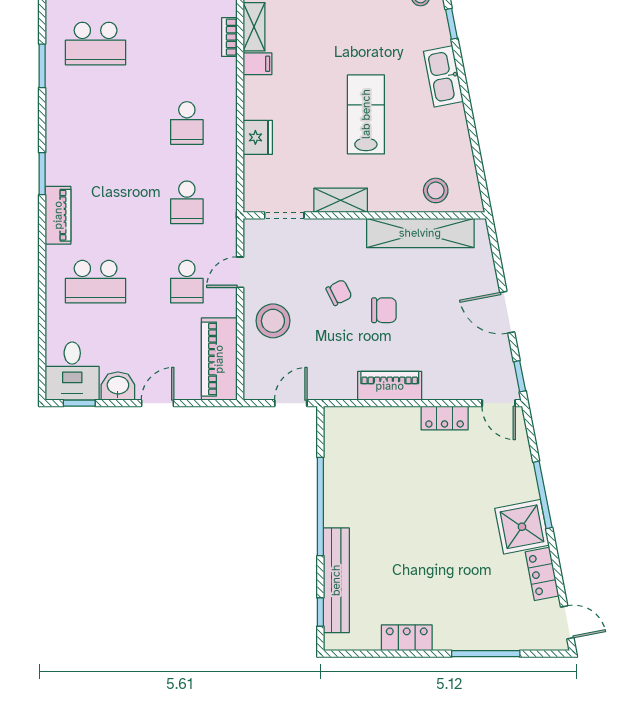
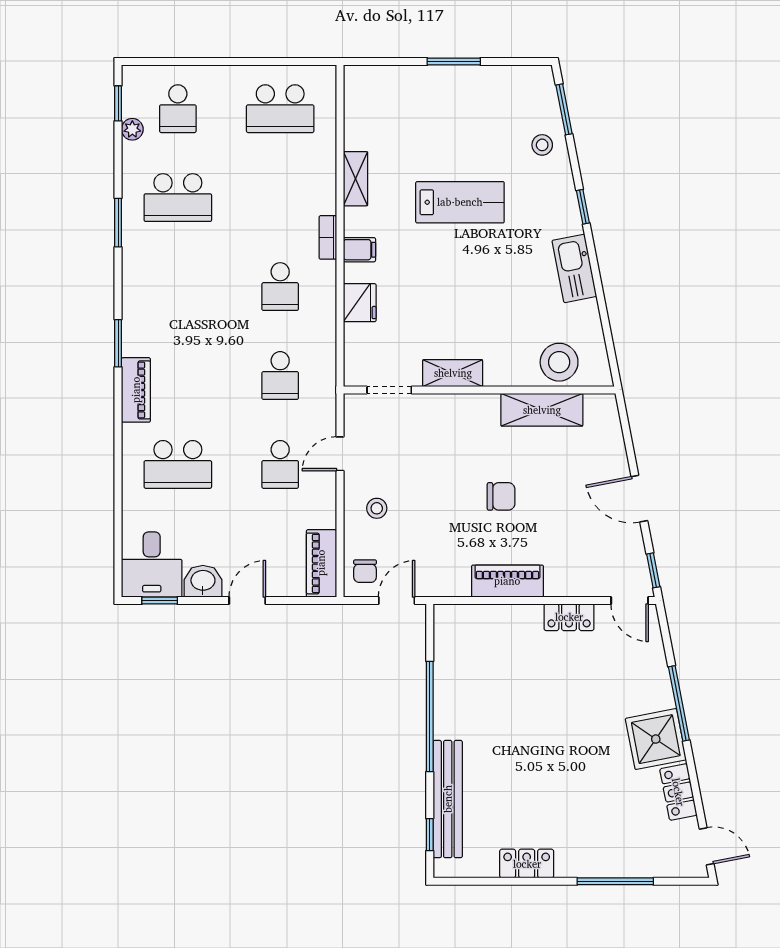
window: (452, 24) -> (583, 207), moved
bookcase: (229, 37) -> (328, 237), moved
filing cabinet: (258, 64) -> (359, 250), moved
kitchen sink: (443, 76) -> (574, 268), moved
lab bench: (366, 114) -> (460, 202), moved, turned 90
stool: (436, 190) -> (559, 362), width x1.38, depth x1.38
shelving: (420, 233) -> (542, 410), width x0.68
chair: (339, 293) -> (365, 571), moved, turned 117
stool: (273, 321) -> (377, 508), width x0.53, depth x0.53
piano: (219, 359) -> (321, 563), width x0.73, depth x0.75

